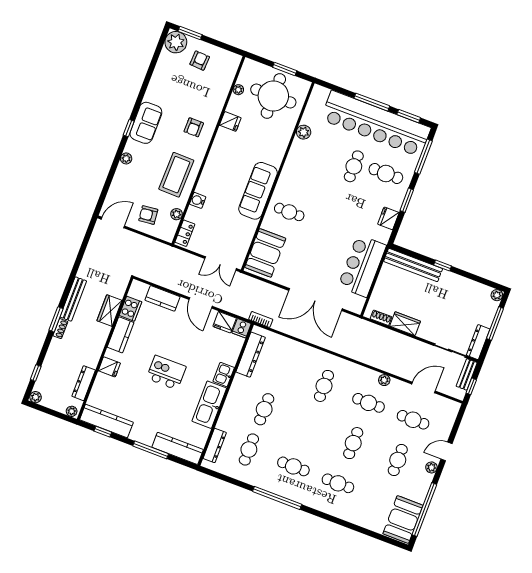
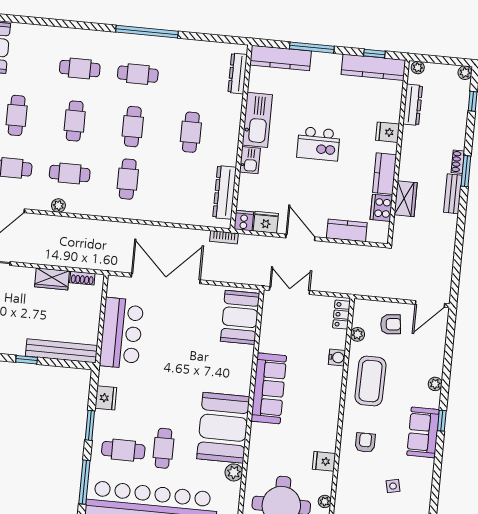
side table: (181, 87) -> (393, 486), added
booth: (302, 170) -> (223, 428), added
cafe table: (289, 212) -> (225, 373), removed
bench: (73, 299) -> (453, 194), width x0.73
cafe table: (249, 450) -> (133, 127), moved

